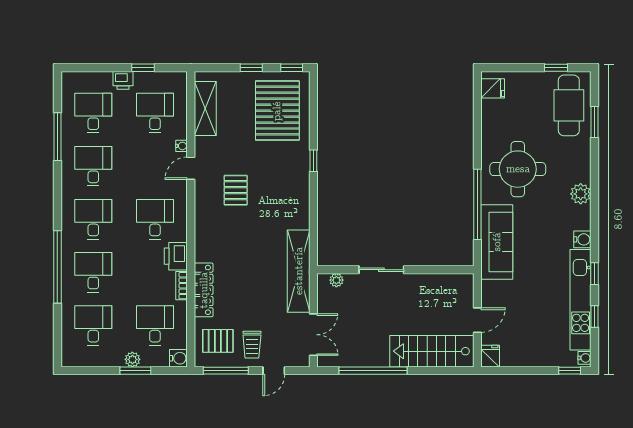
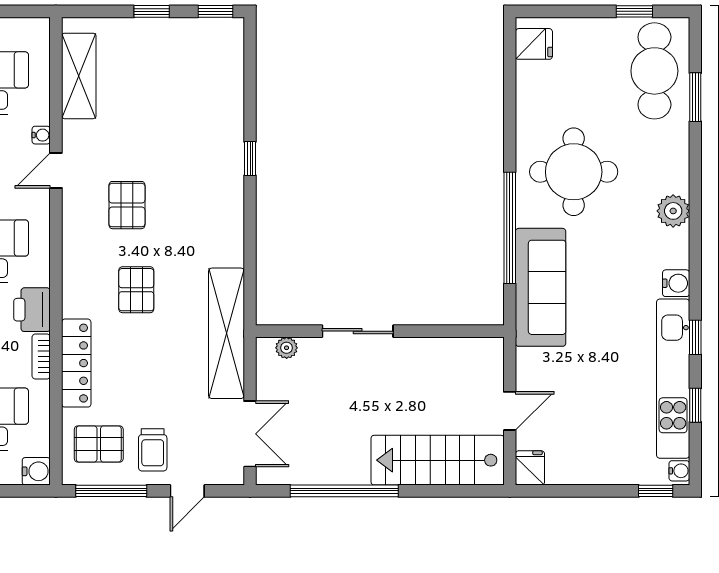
pallet: (277, 111) -> (136, 290), moved, width x0.49, depth x0.50

